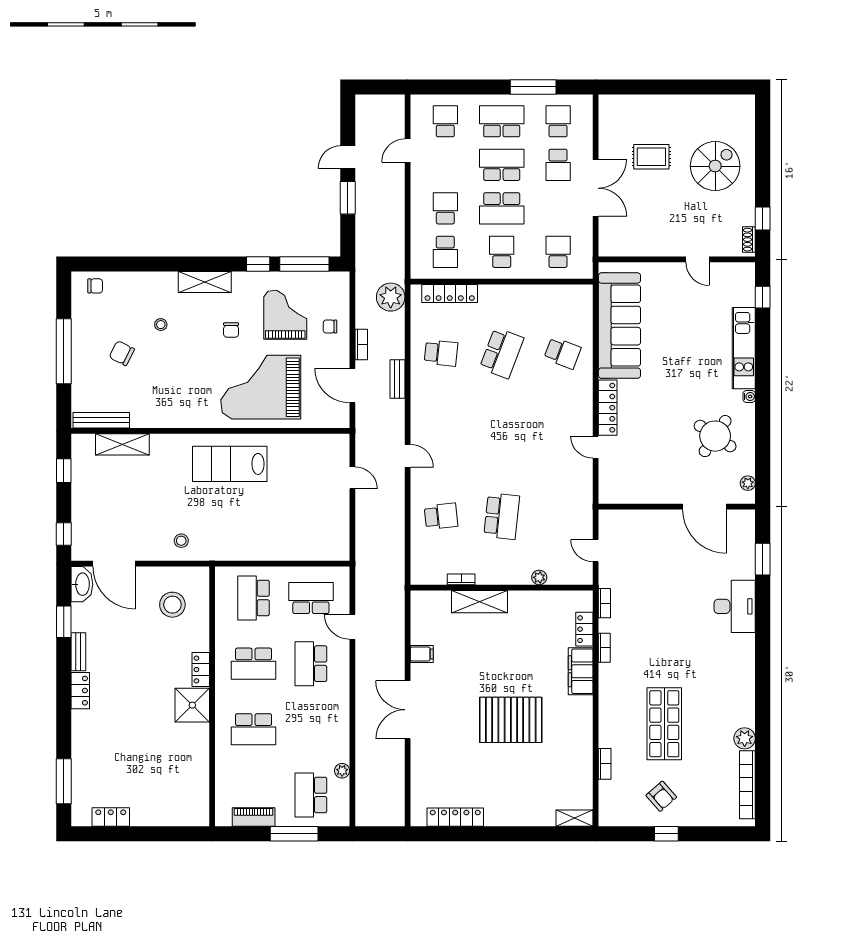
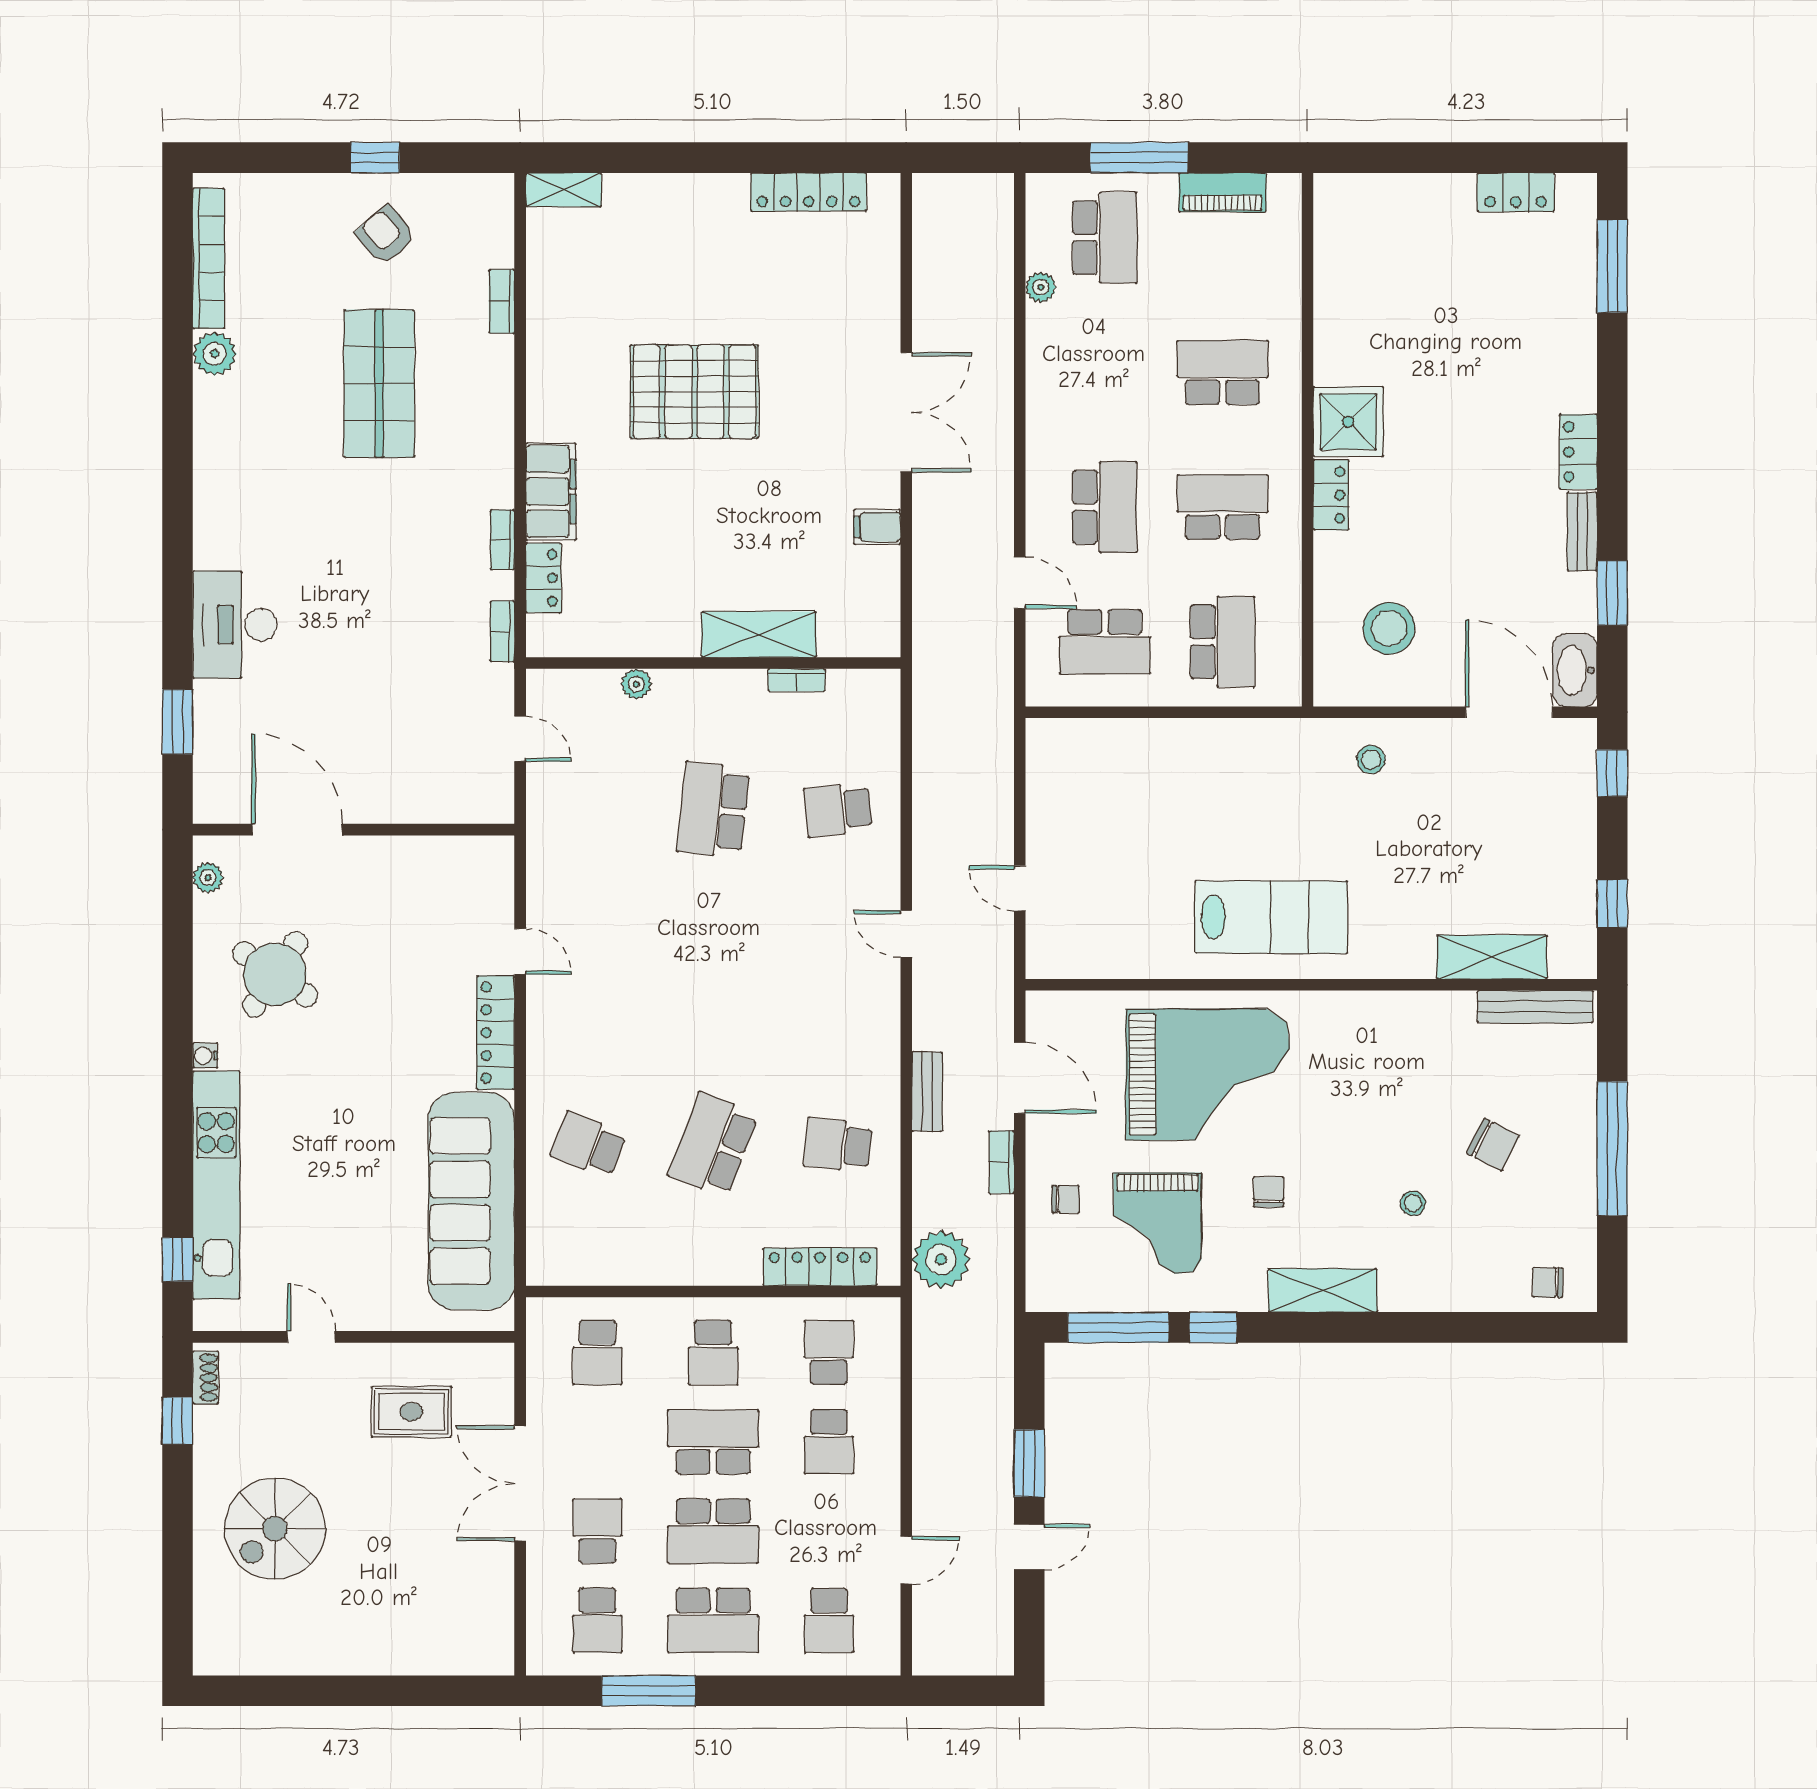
rug: (651, 157) -> (411, 1412), moved
kitchen unit: (744, 348) -> (216, 1185), width x1.36

